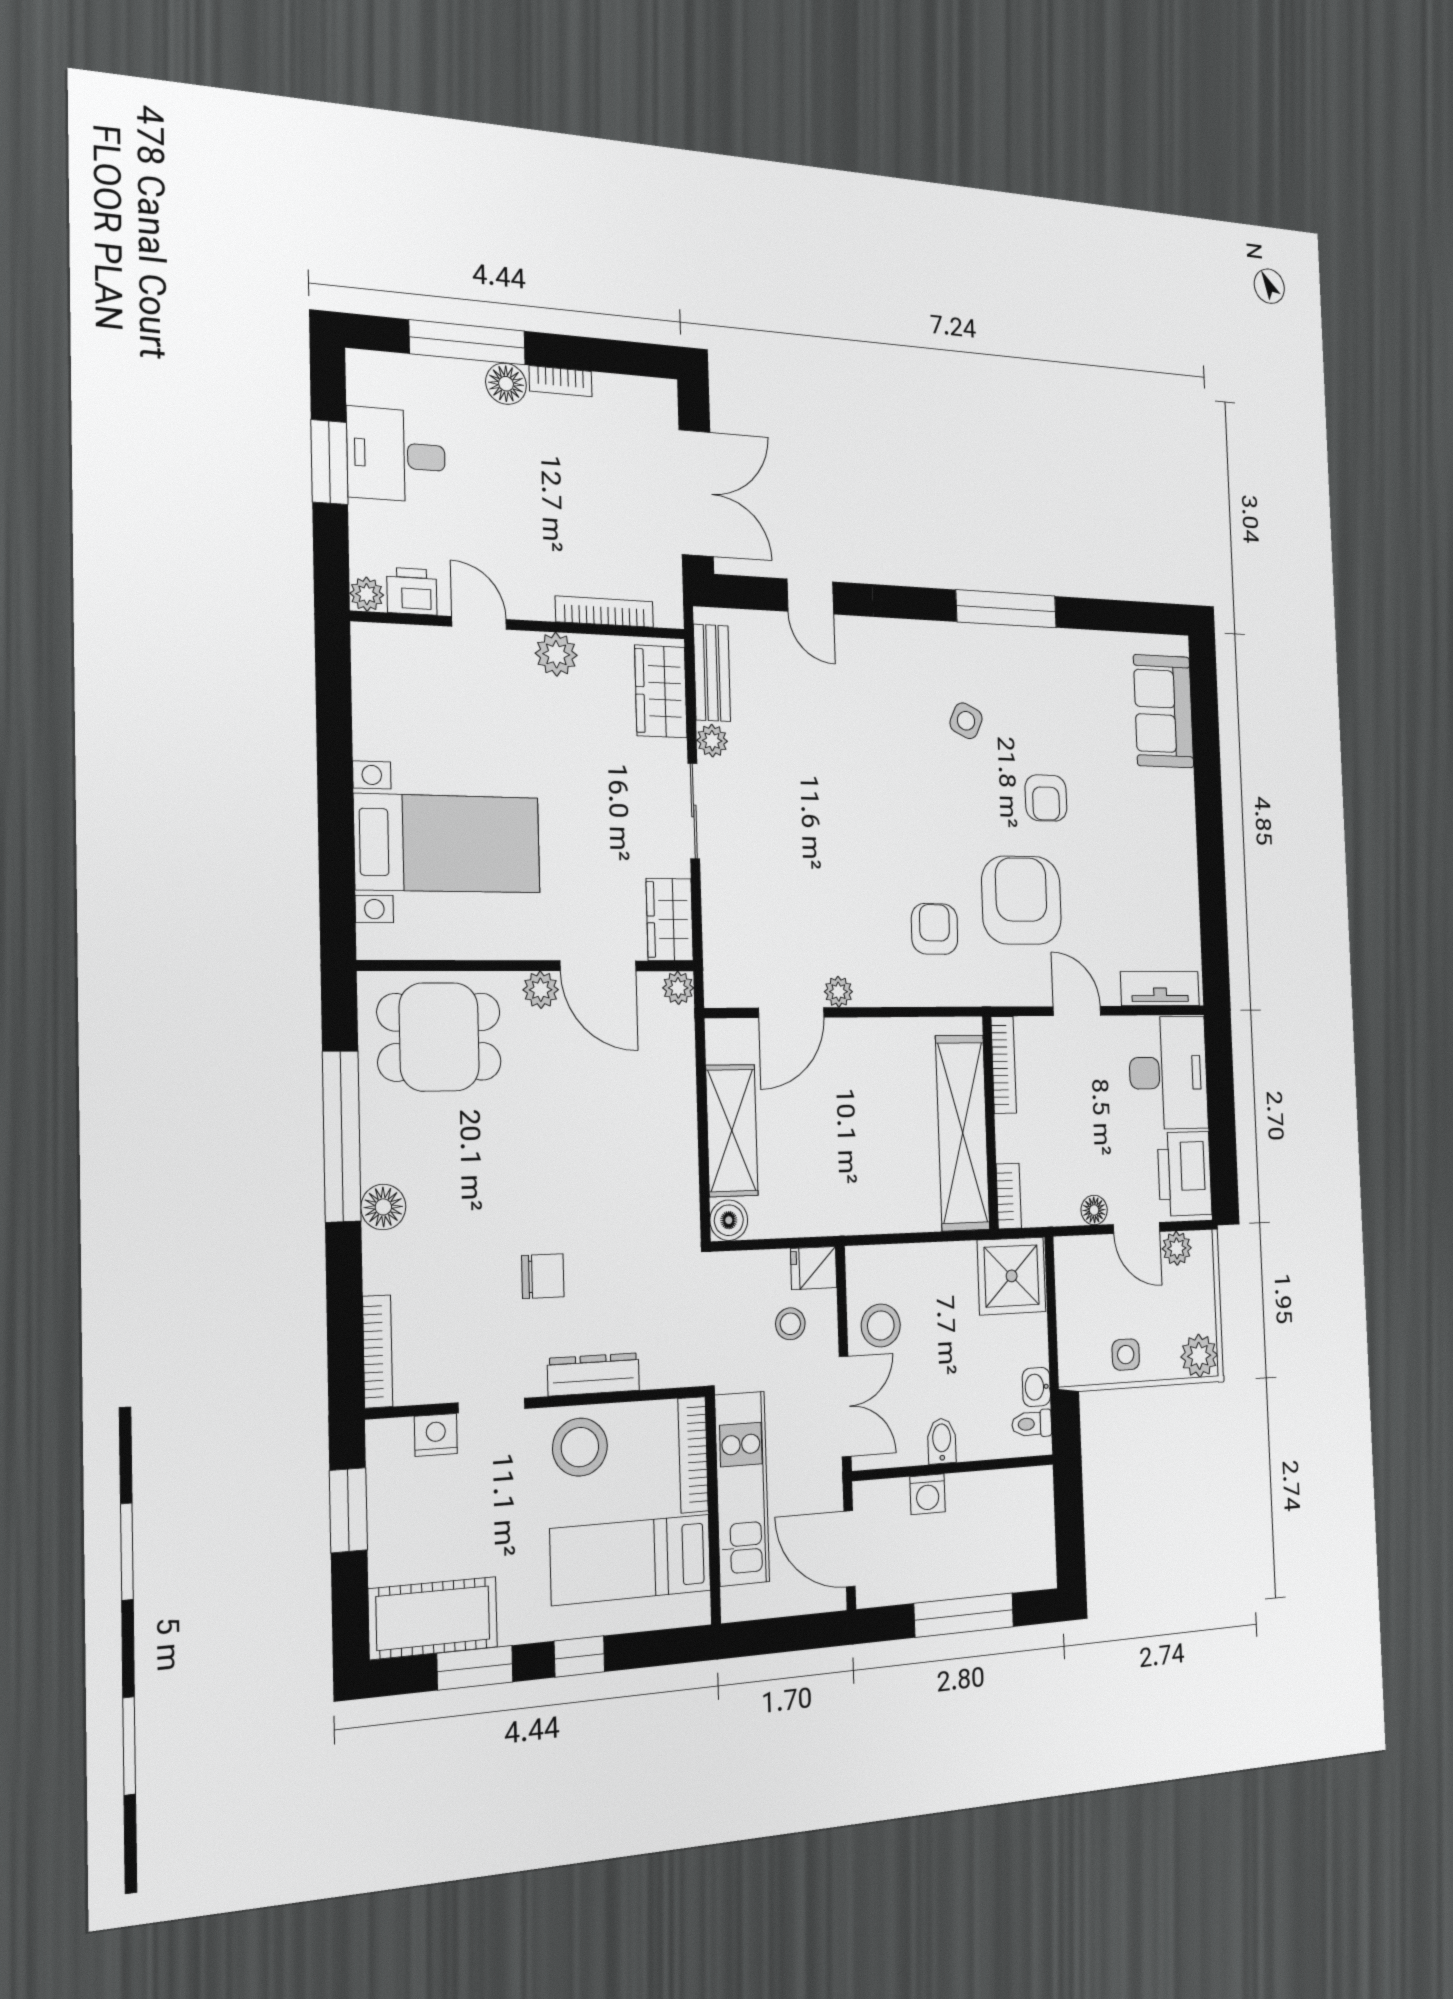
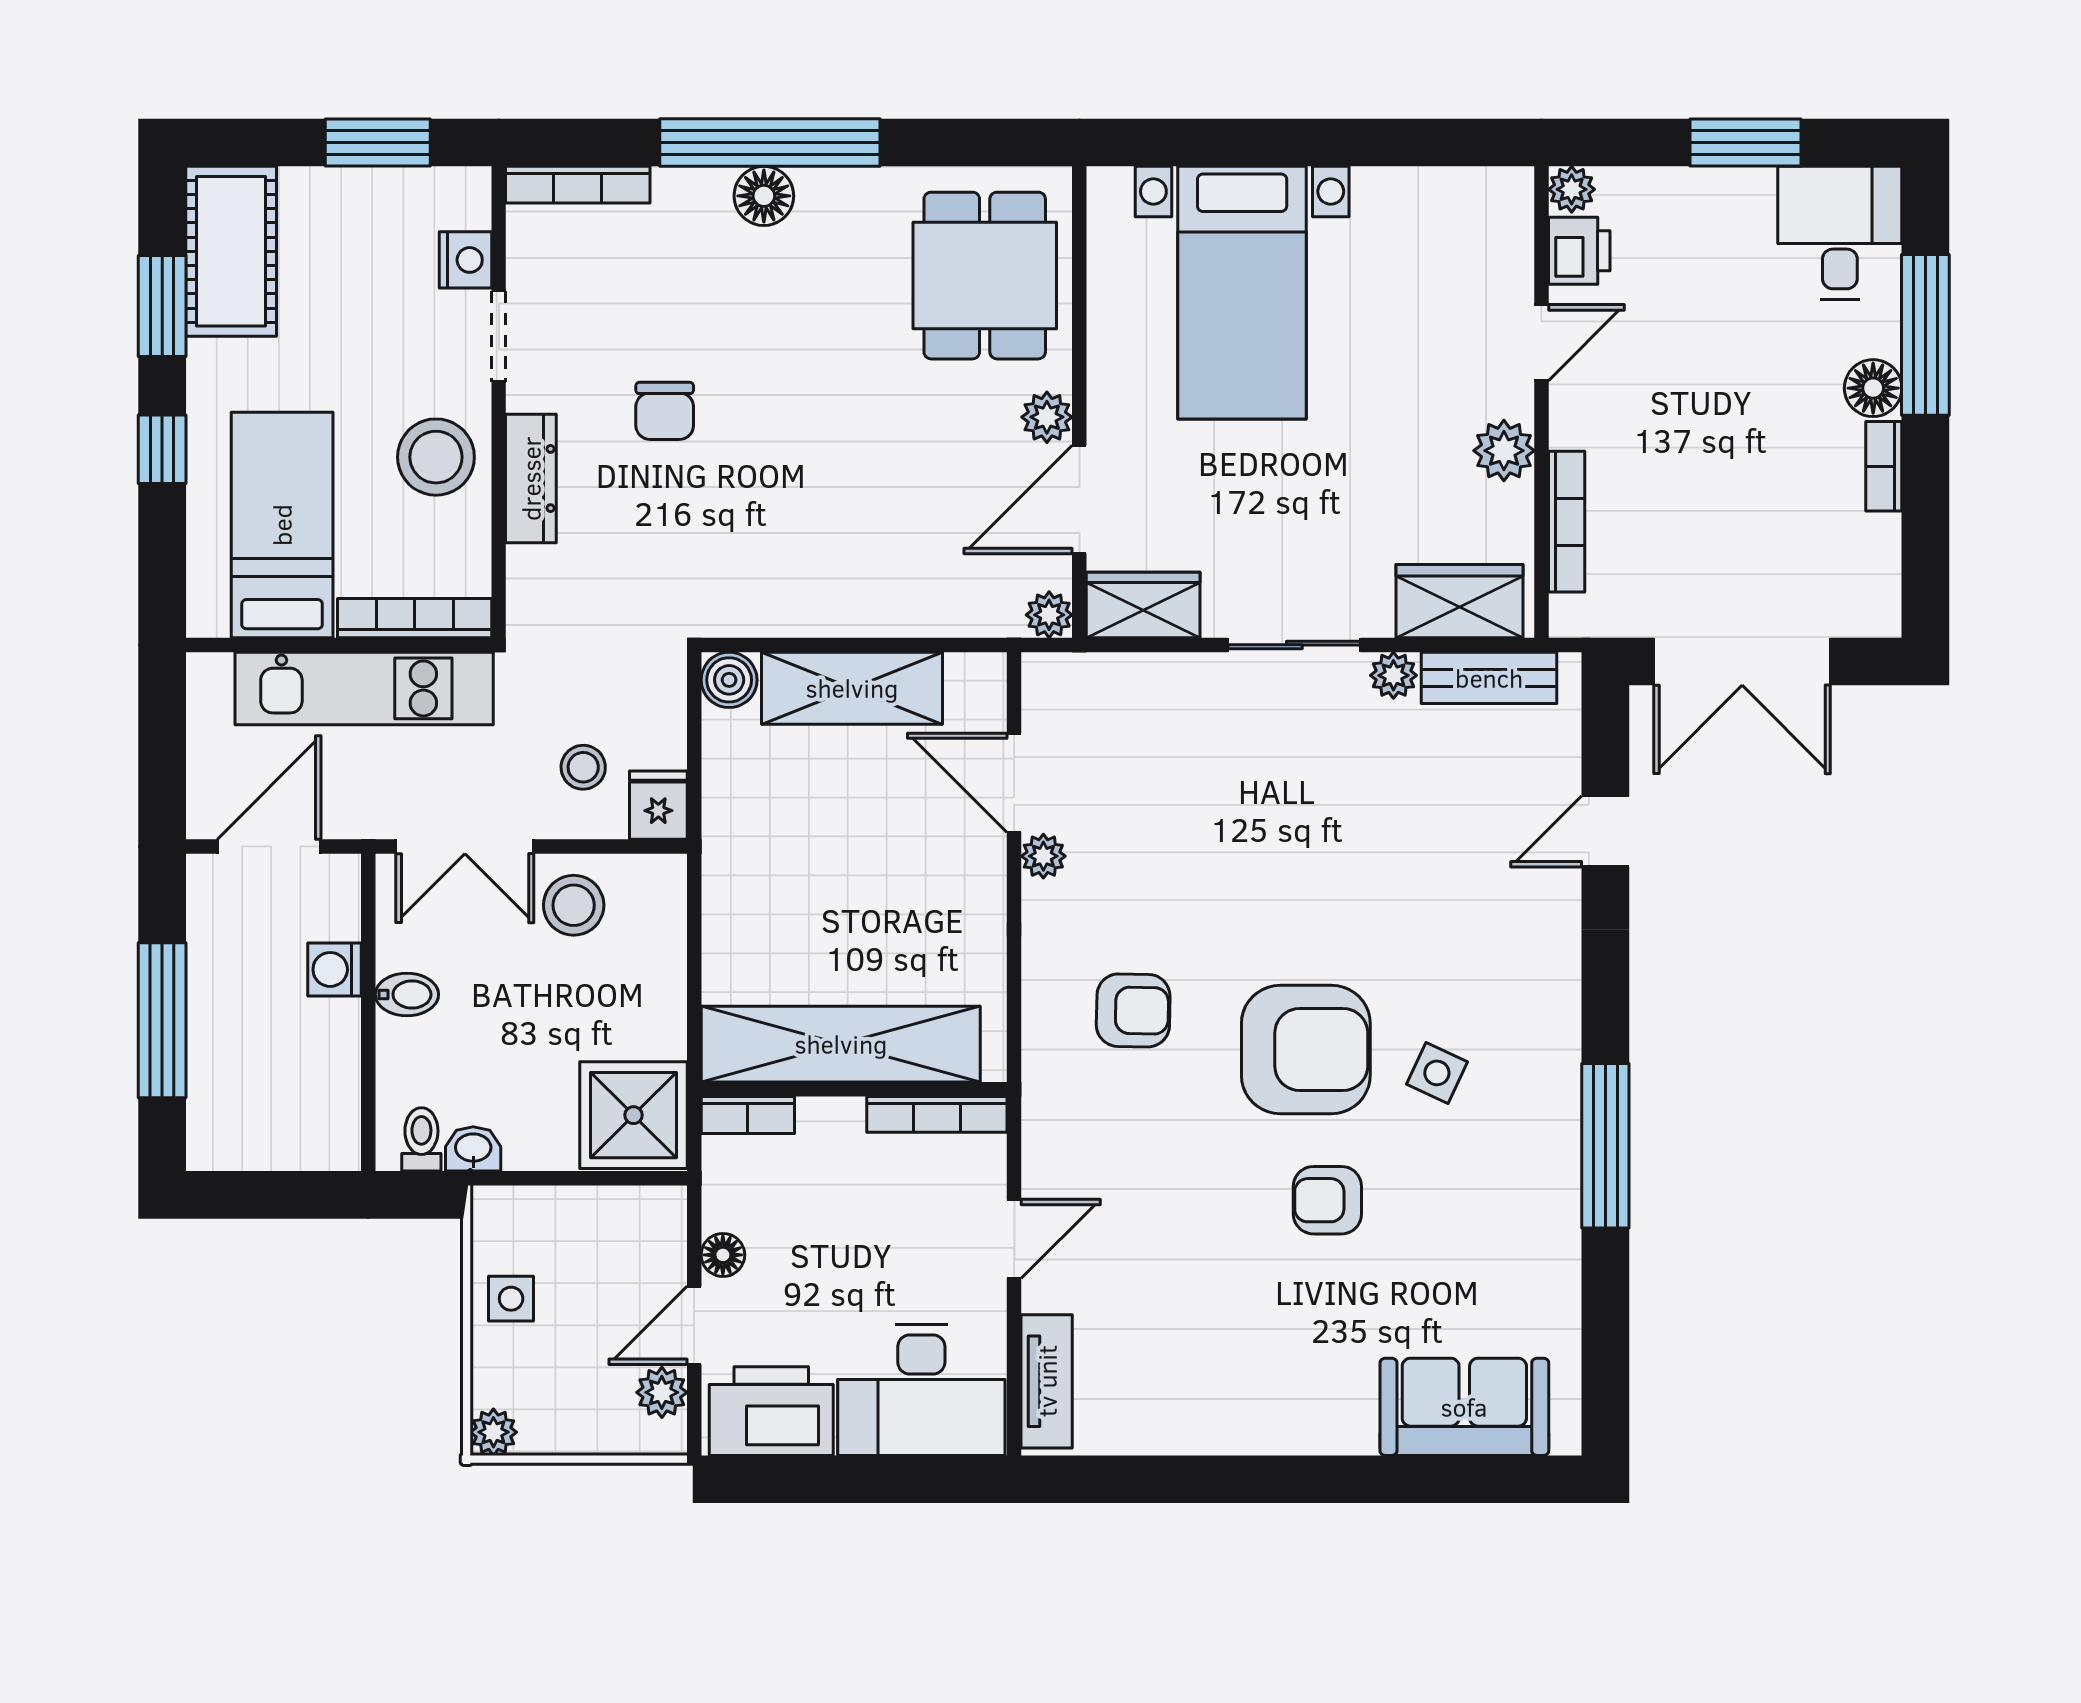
desk: (396, 455) -> (1840, 233), moved
armchair: (1021, 900) -> (1306, 1049), moved
window: (342, 1136) -> (770, 143), moved
plant: (1199, 1356) -> (493, 1432), width x0.73, depth x0.73

